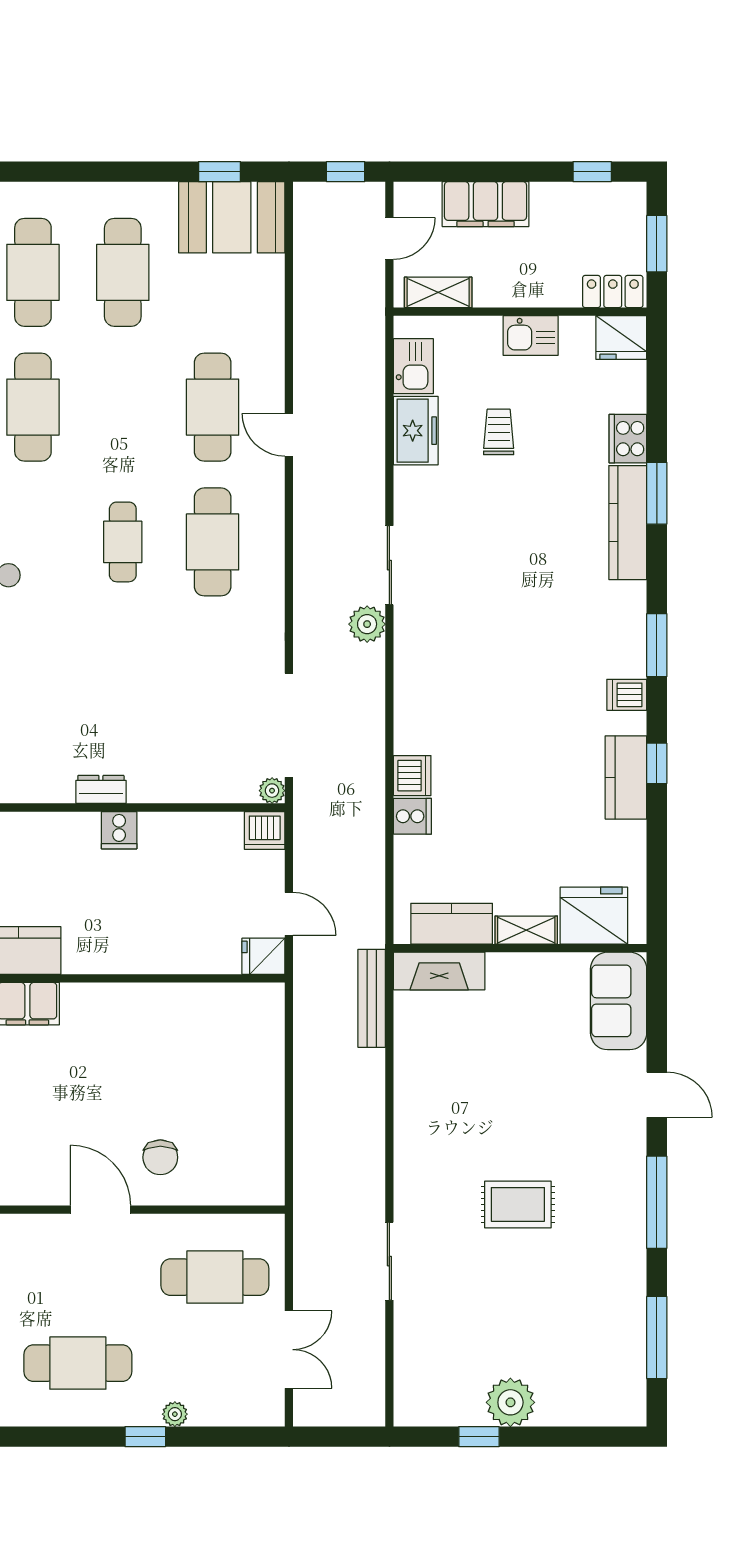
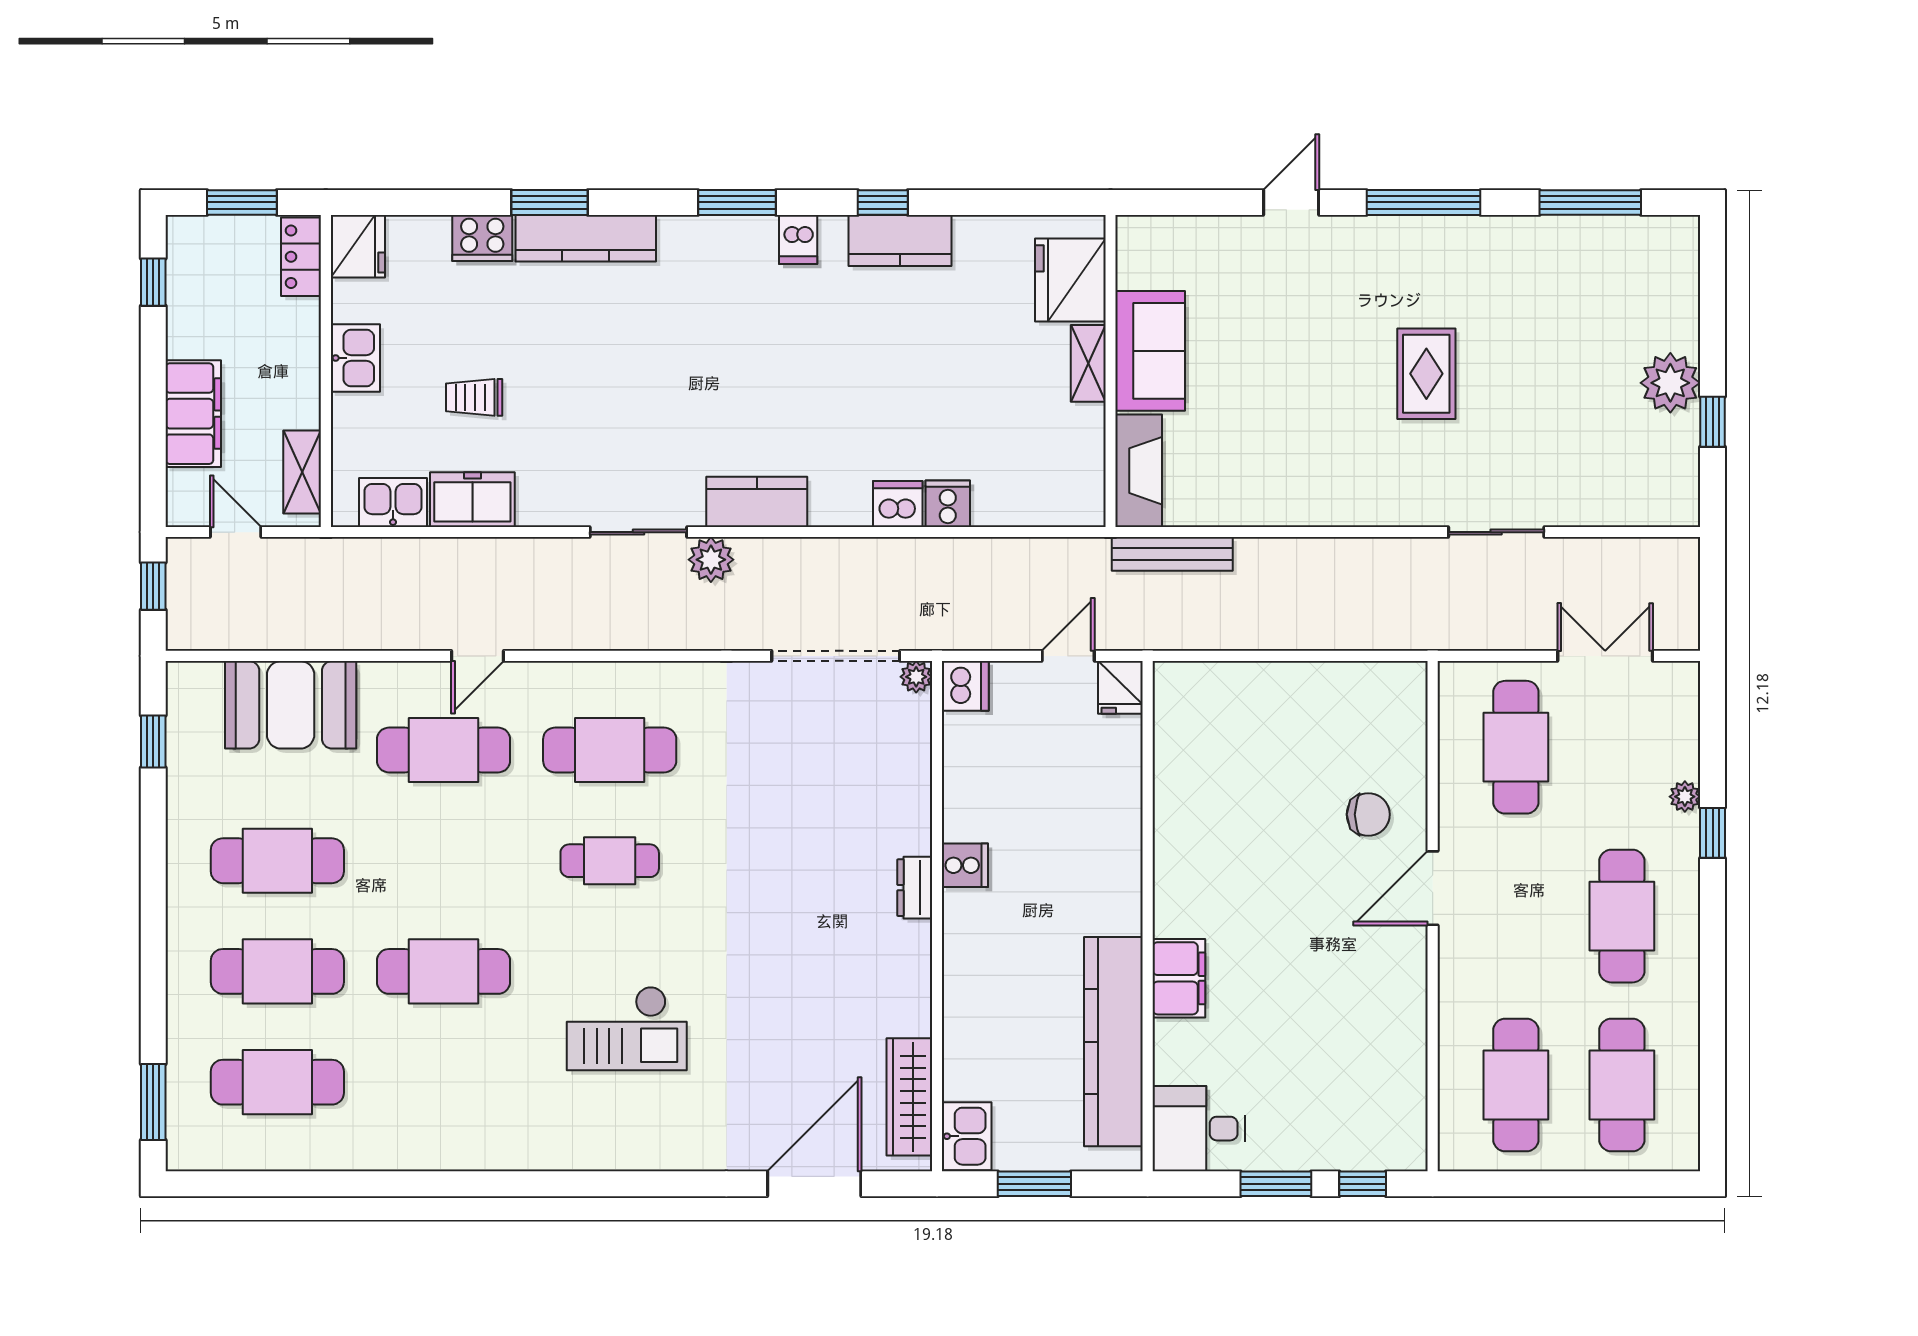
booth: (232, 217) -> (291, 705), moved, turned 90
kitchen counter: (452, 924) -> (757, 502), moved, turned 90
sofa: (619, 1001) -> (1150, 351), moved, turned -90

